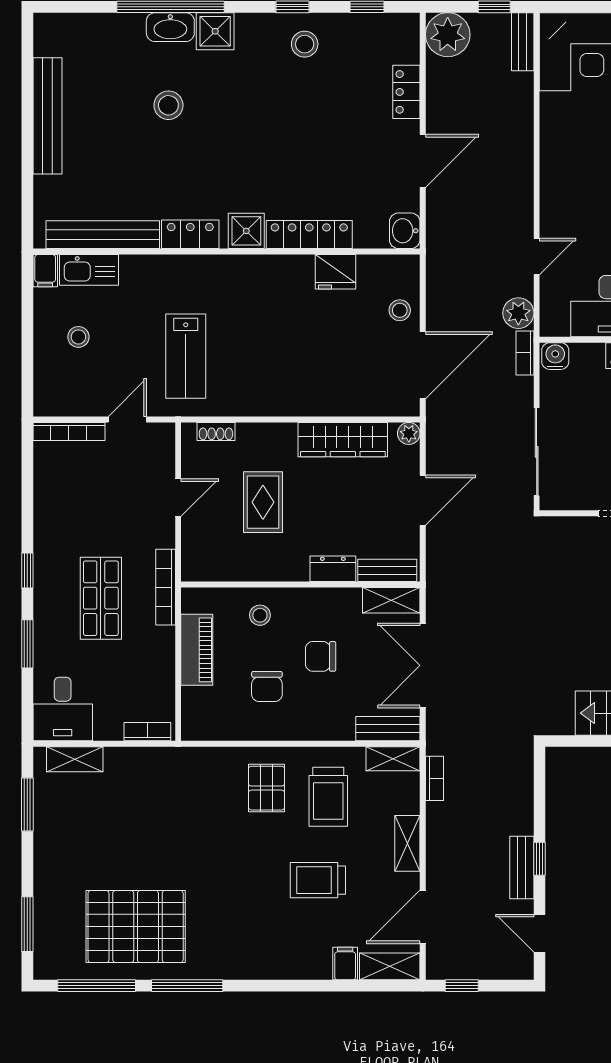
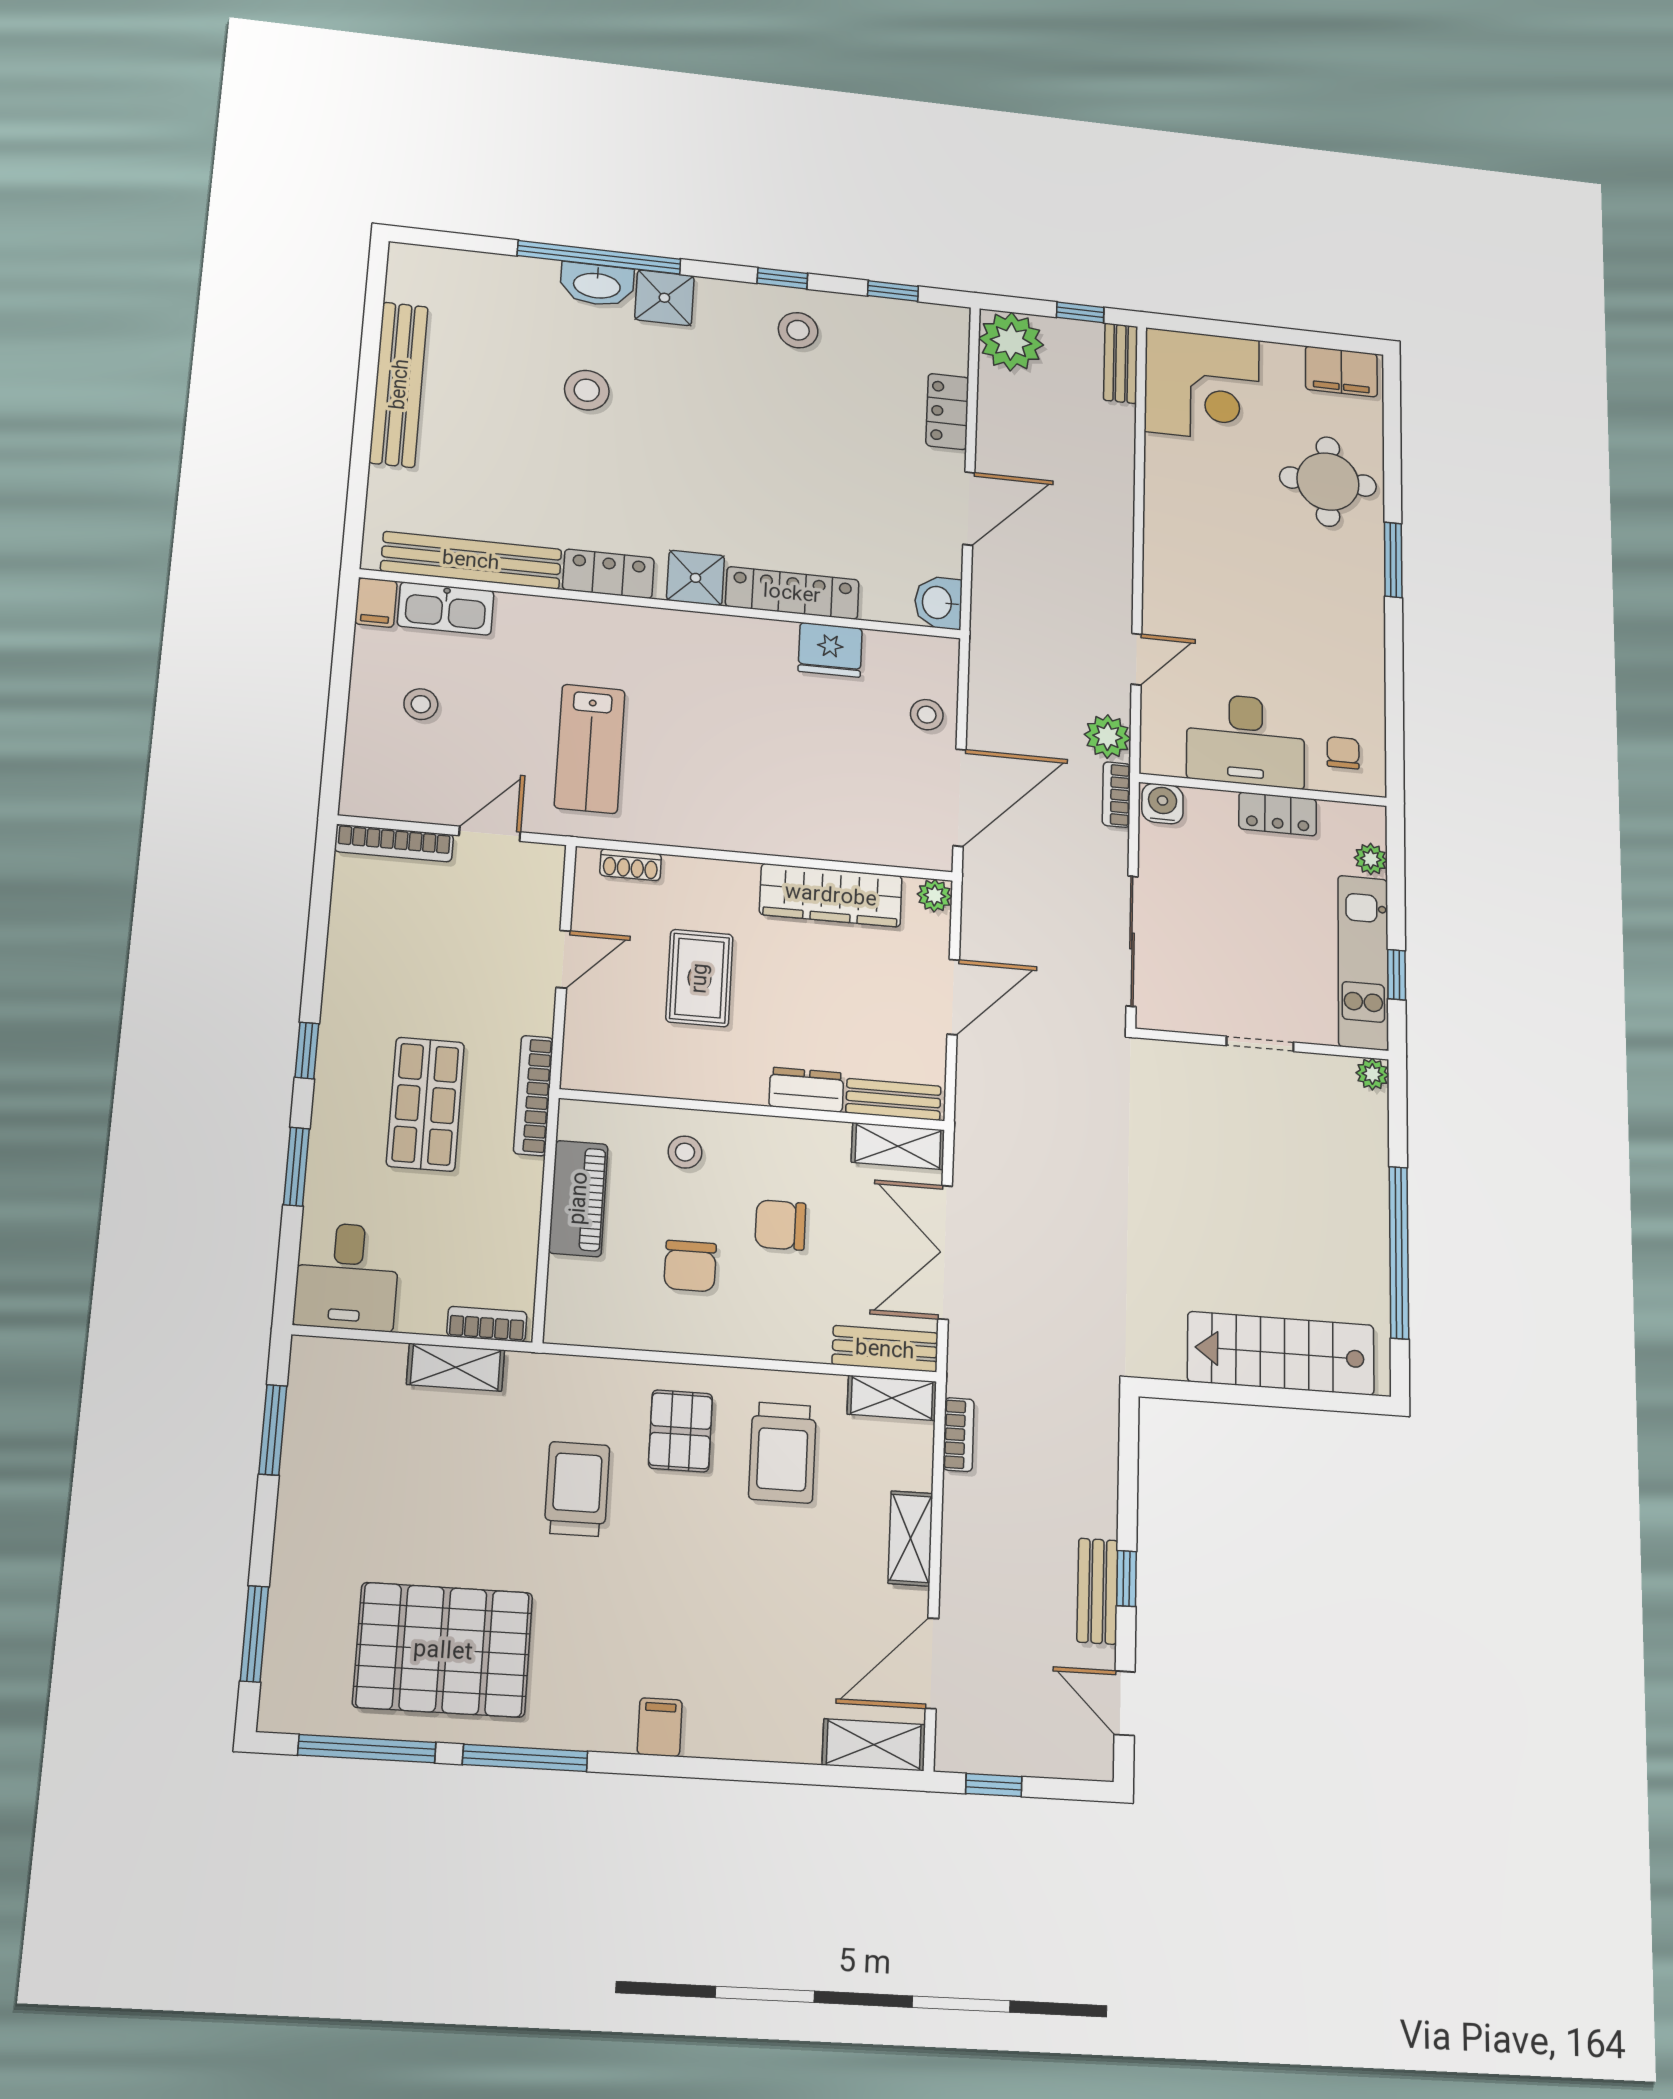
shelving: (75, 759) -> (456, 1367), moved
trolley: (318, 880) -> (577, 1489), moved, turned 90
filing cabinet: (345, 964) -> (660, 1727), moved

